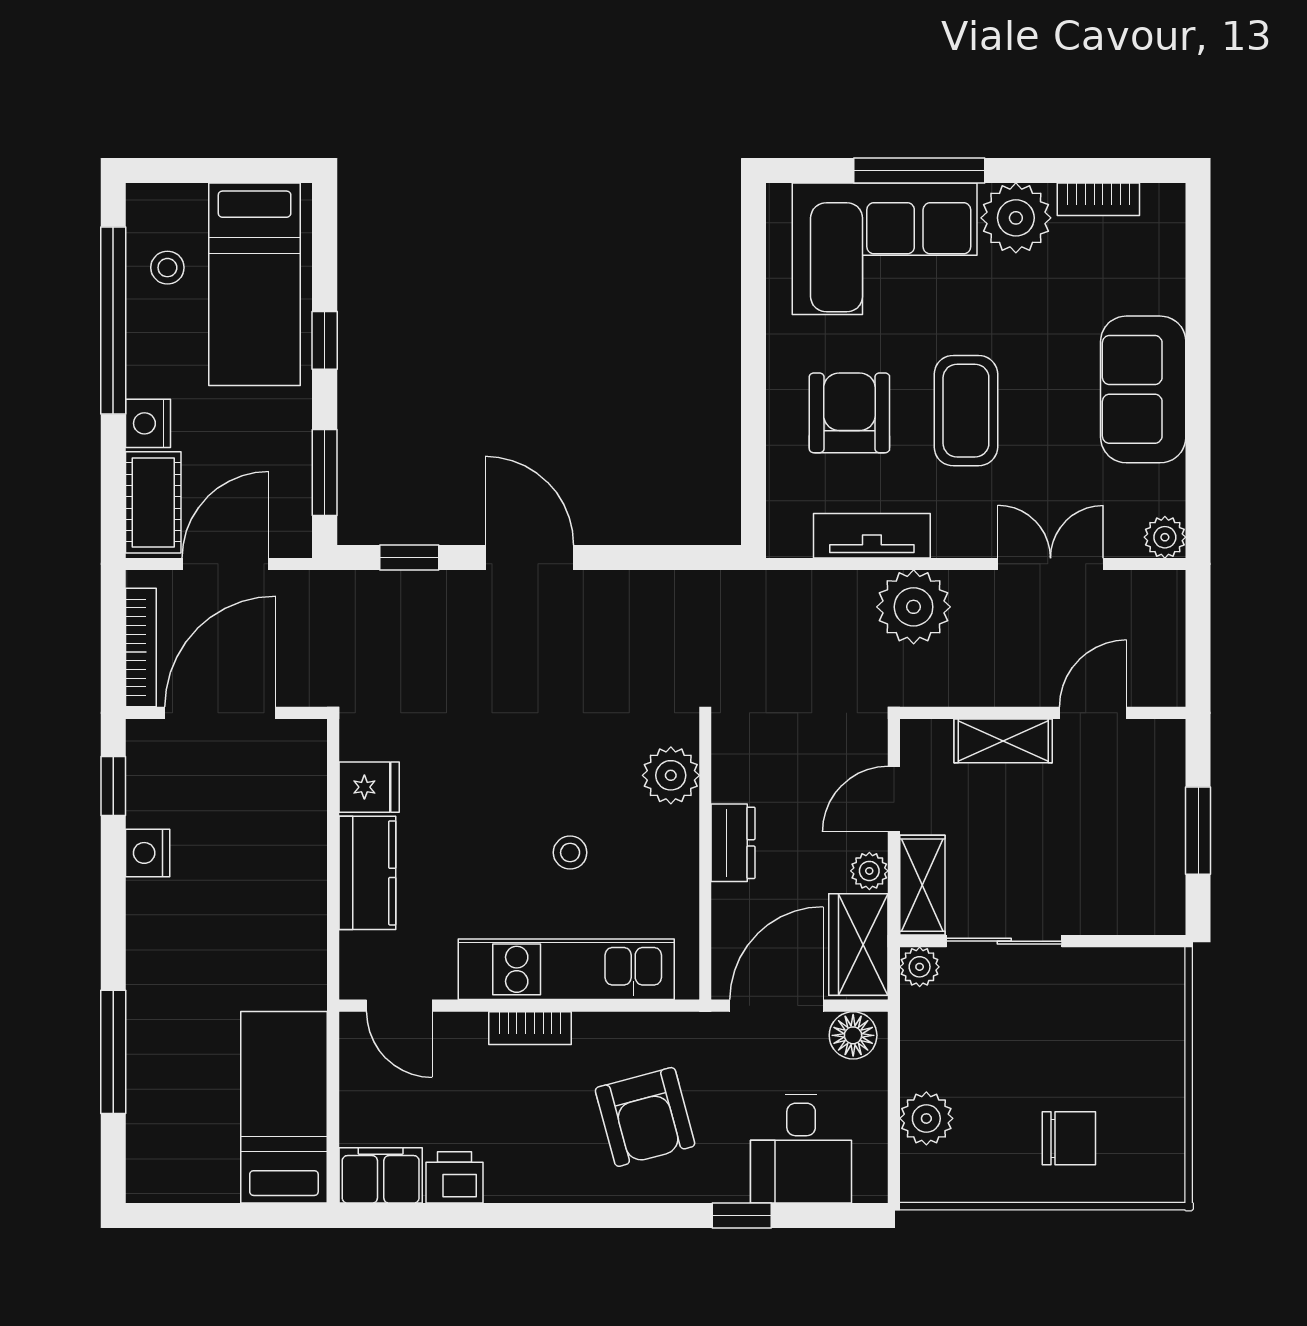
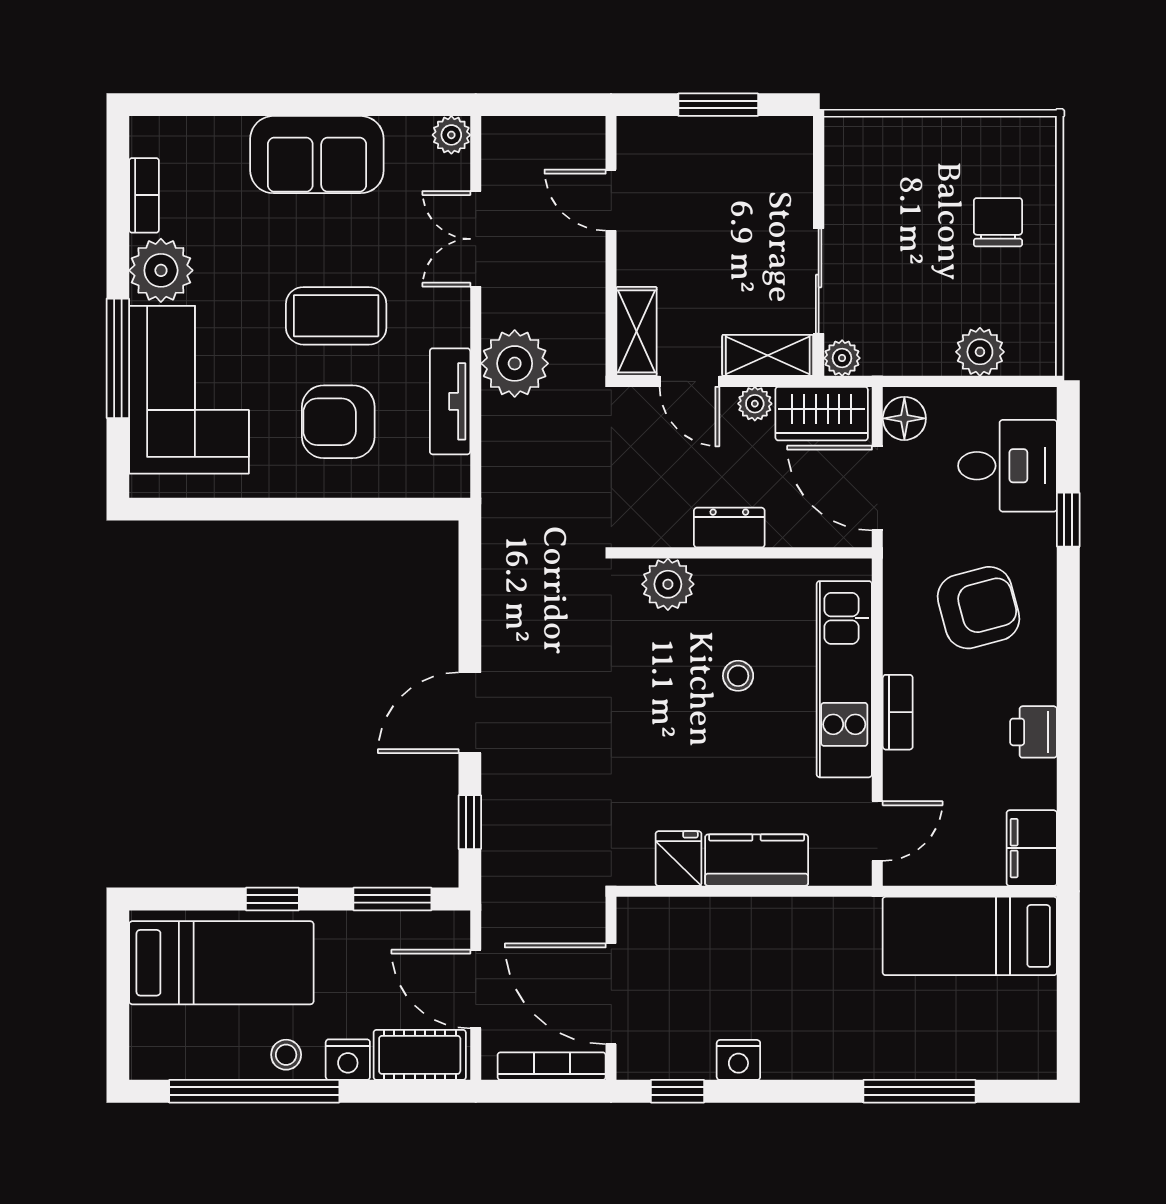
stool: (167, 268) -> (286, 1055), moved
shelving: (1003, 741) -> (637, 331), moved
printer: (454, 1177) -> (1034, 732), moved

